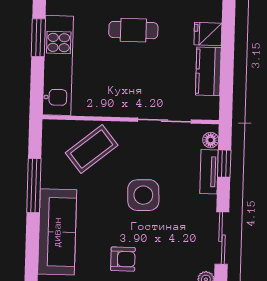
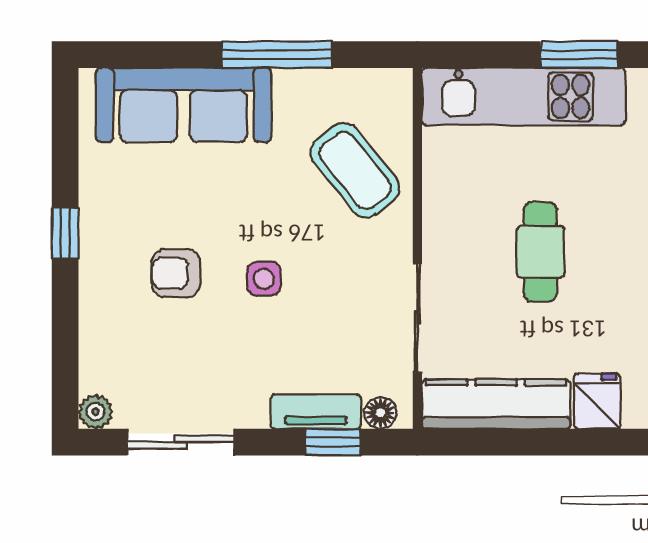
cafe table: (133, 30) -> (540, 252), moved
kitchen counter: (208, 71) -> (496, 404), width x1.50
side table: (143, 195) -> (264, 279), width x0.54, depth x0.54
armchair: (123, 259) -> (176, 273), moved, turned 90

